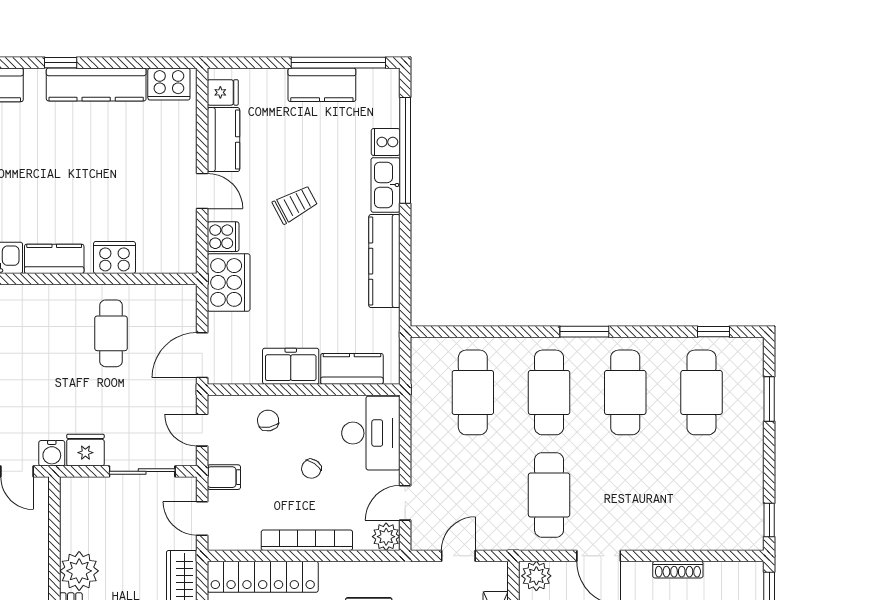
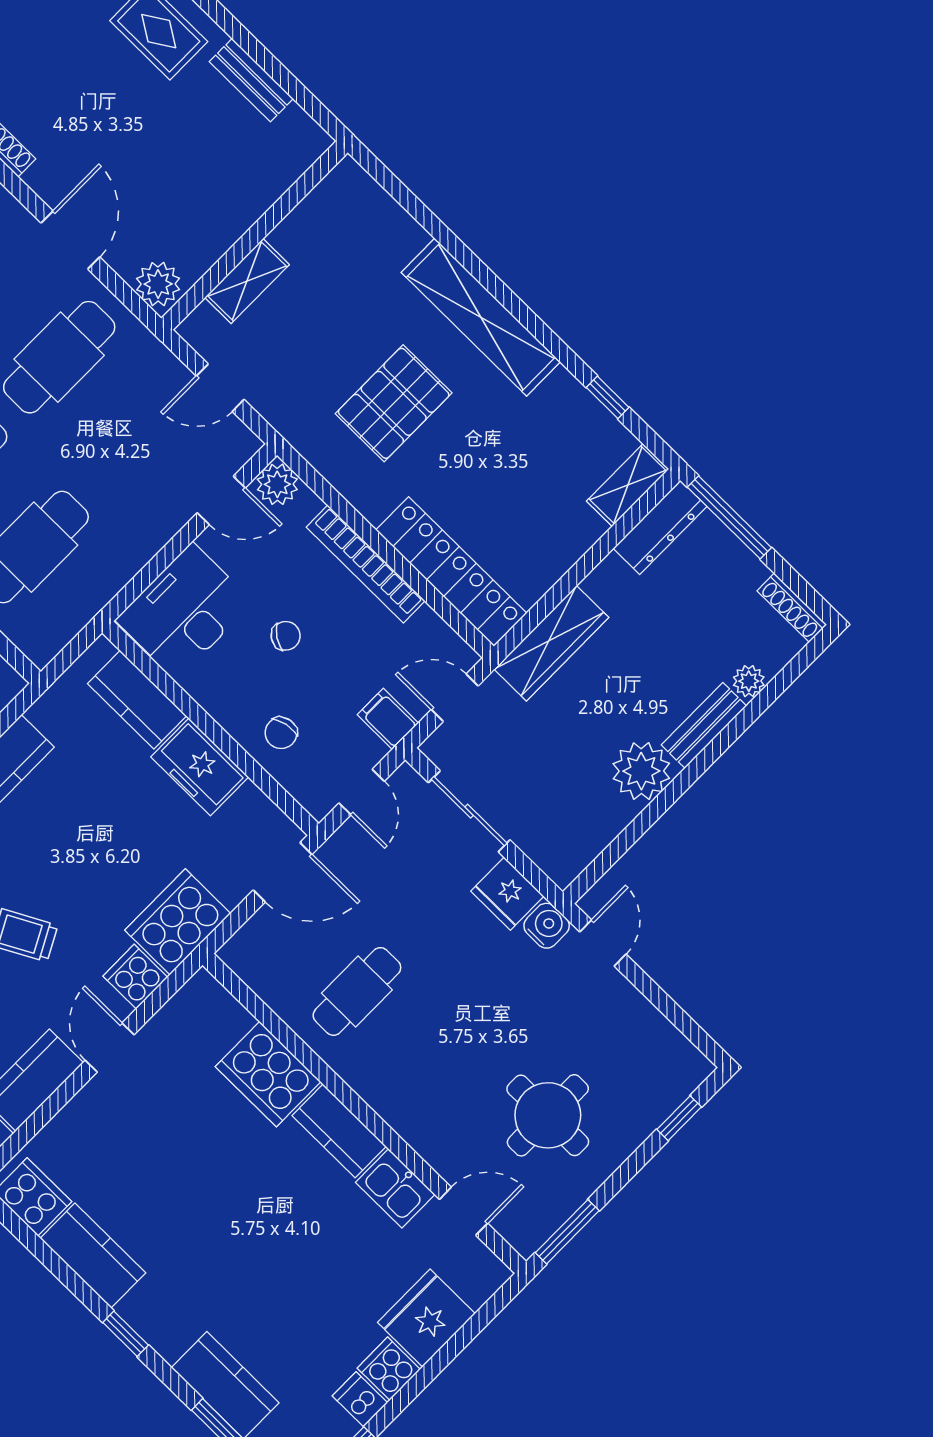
kitchen counter: (96, 84) -> (93, 1256), width x0.67
cooker: (114, 257) -> (268, 1074), width x1.37, depth x1.31
door: (202, 518) -> (455, 698), swing flipped

